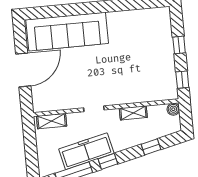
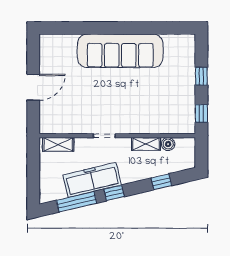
sofa: (67, 32) -> (120, 51), moved
door: (23, 70) -> (33, 87), width x0.73
boiler: (173, 109) -> (168, 144), moved

